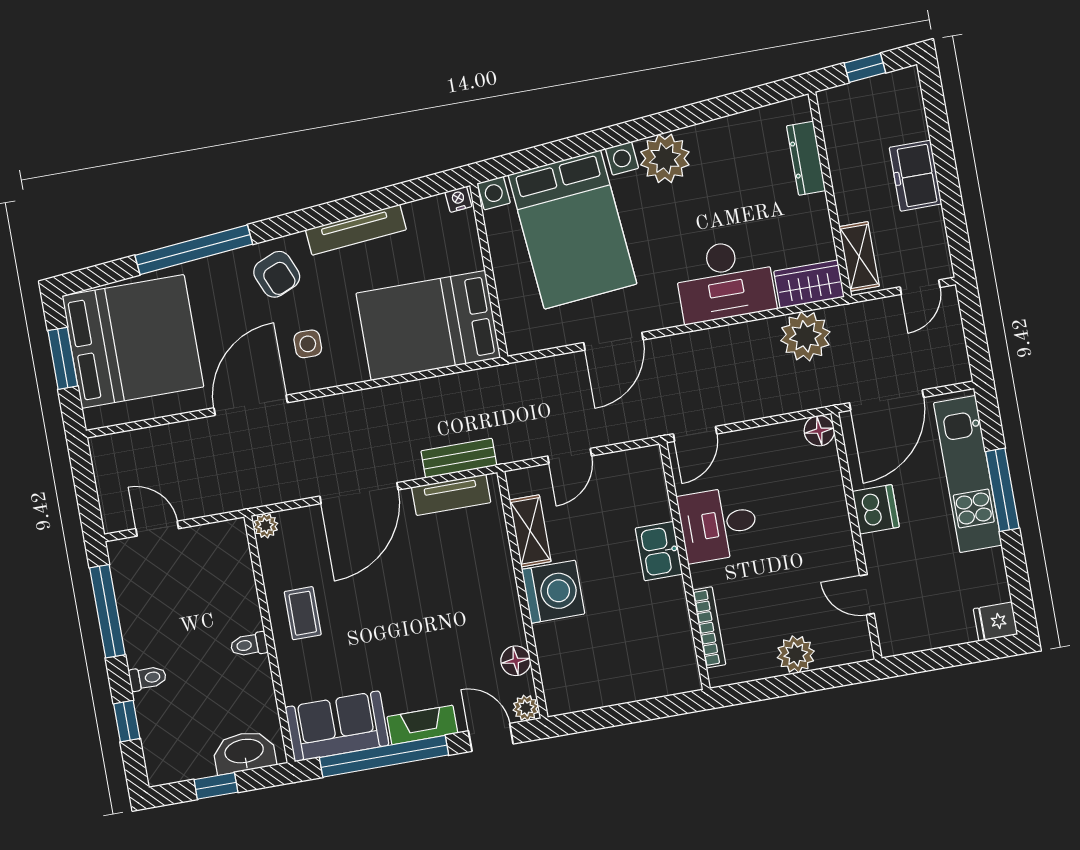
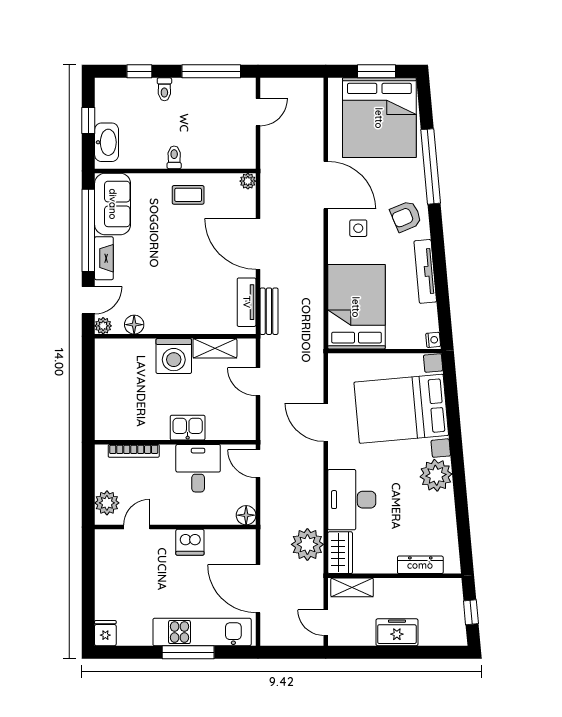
floor lamp: (819, 431) -> (246, 515), moved
dishwasher: (876, 509) -> (190, 542), moved
wall: (857, 536) -> (175, 527), moved
door: (867, 595) -> (137, 527), moved

